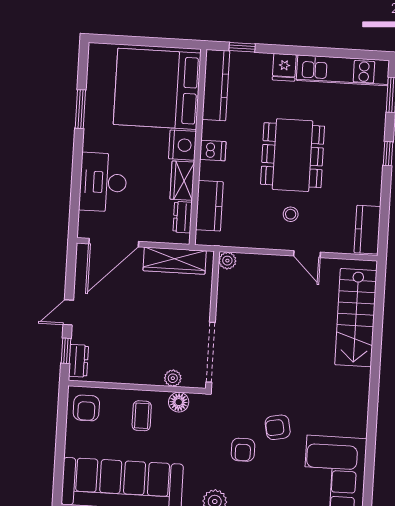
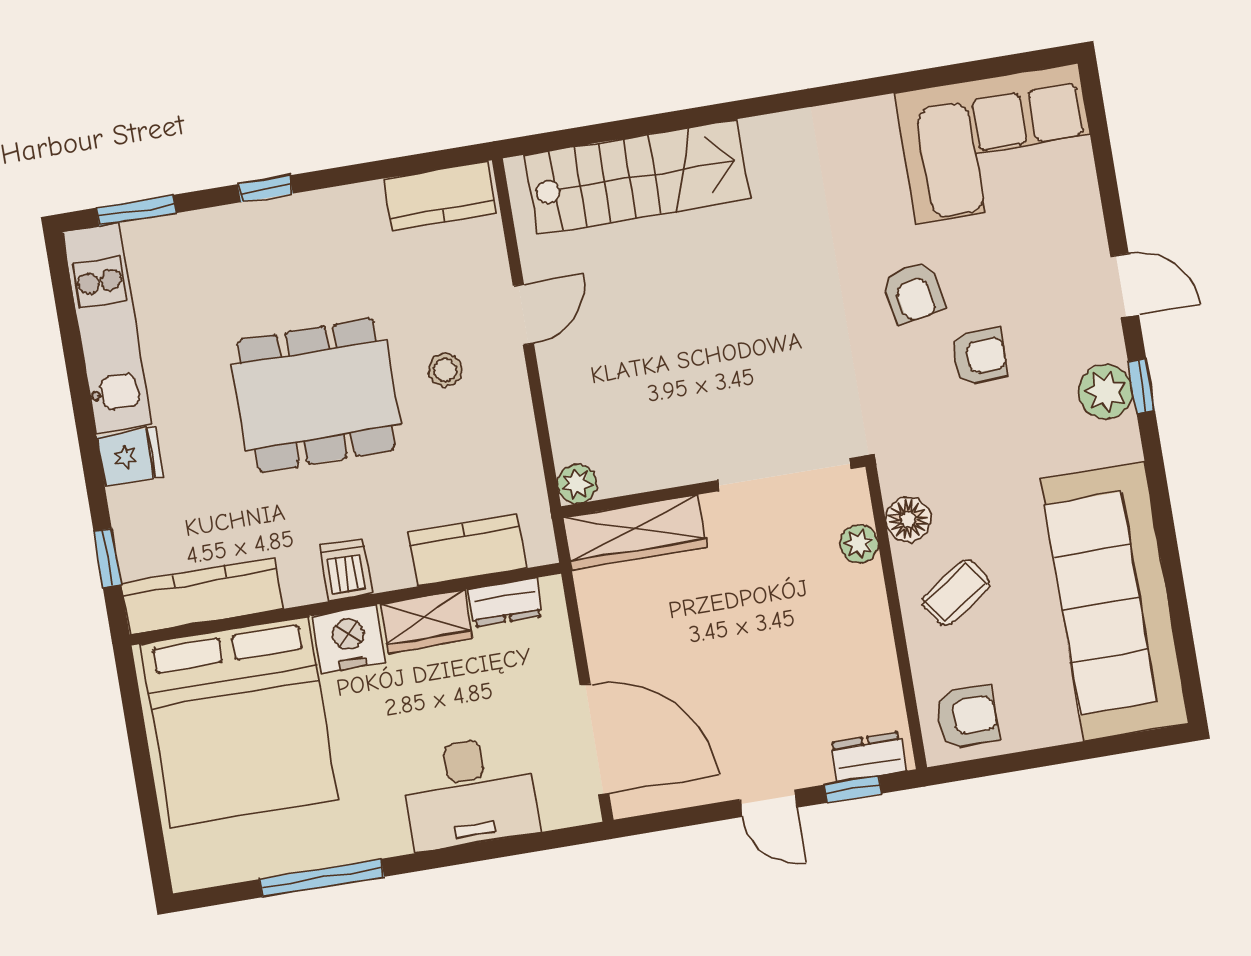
window: (80, 109) -> (322, 878), width x1.44
wardrobe: (175, 261) -> (635, 532), moved, turned 90
coffee table: (142, 416) -> (956, 593), turned -34

